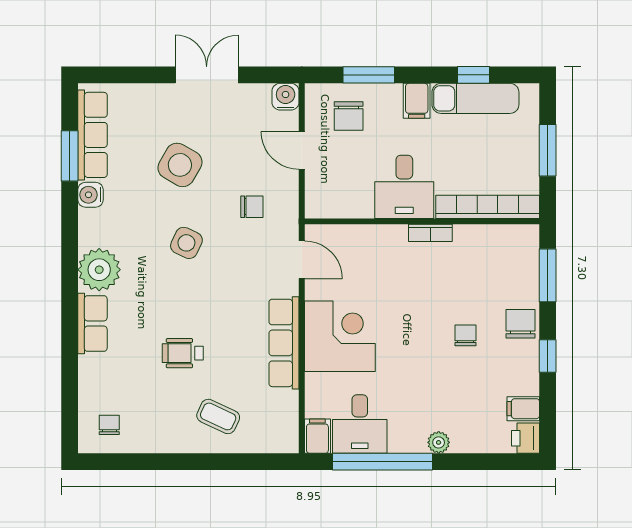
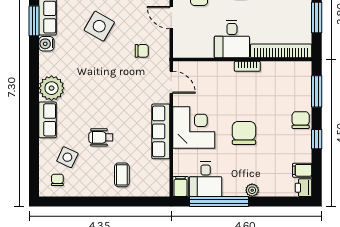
side table: (186, 243) -> (67, 157), moved
chair: (466, 335) -> (244, 133), moved, width x1.87, depth x1.87
coffee table: (218, 416) -> (122, 175), turned 65

